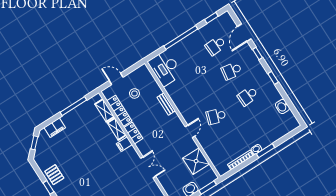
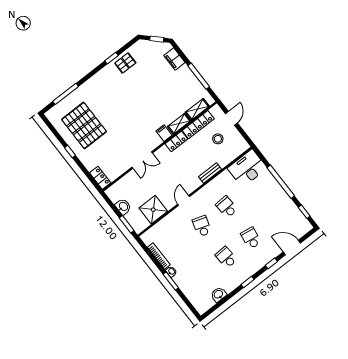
school desk: (216, 46) -> (227, 207), moved
door: (190, 131) -> (184, 200), swing flipped

